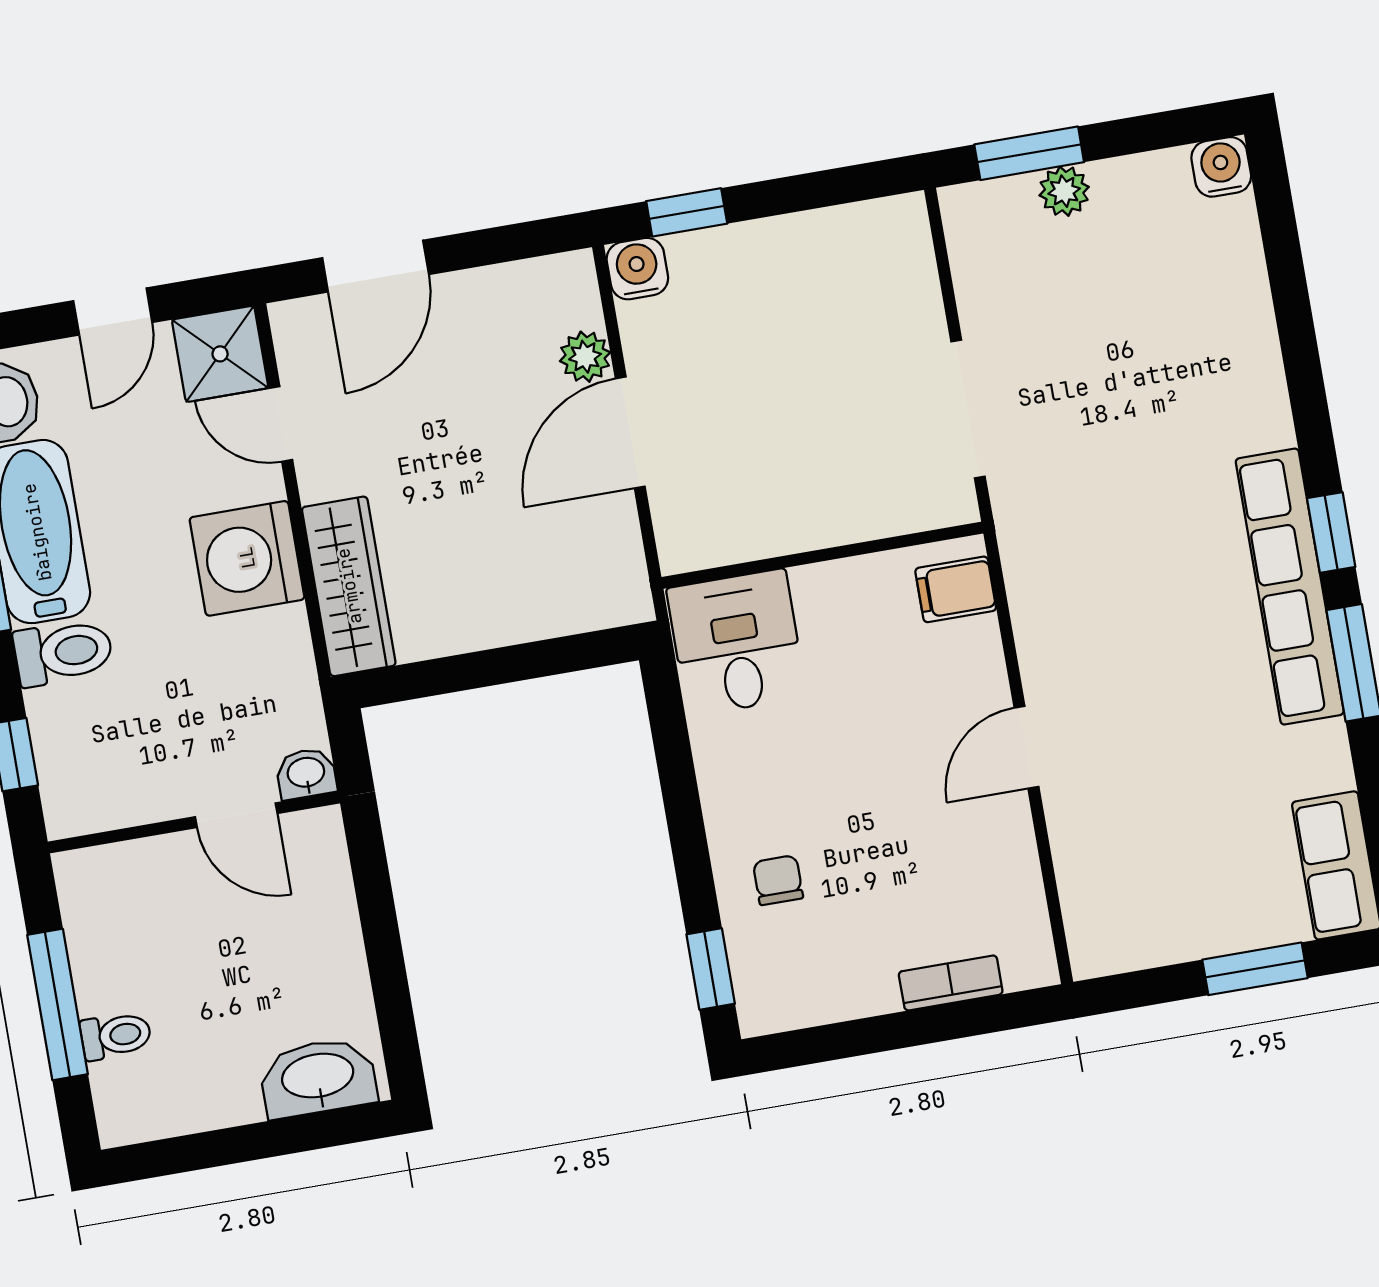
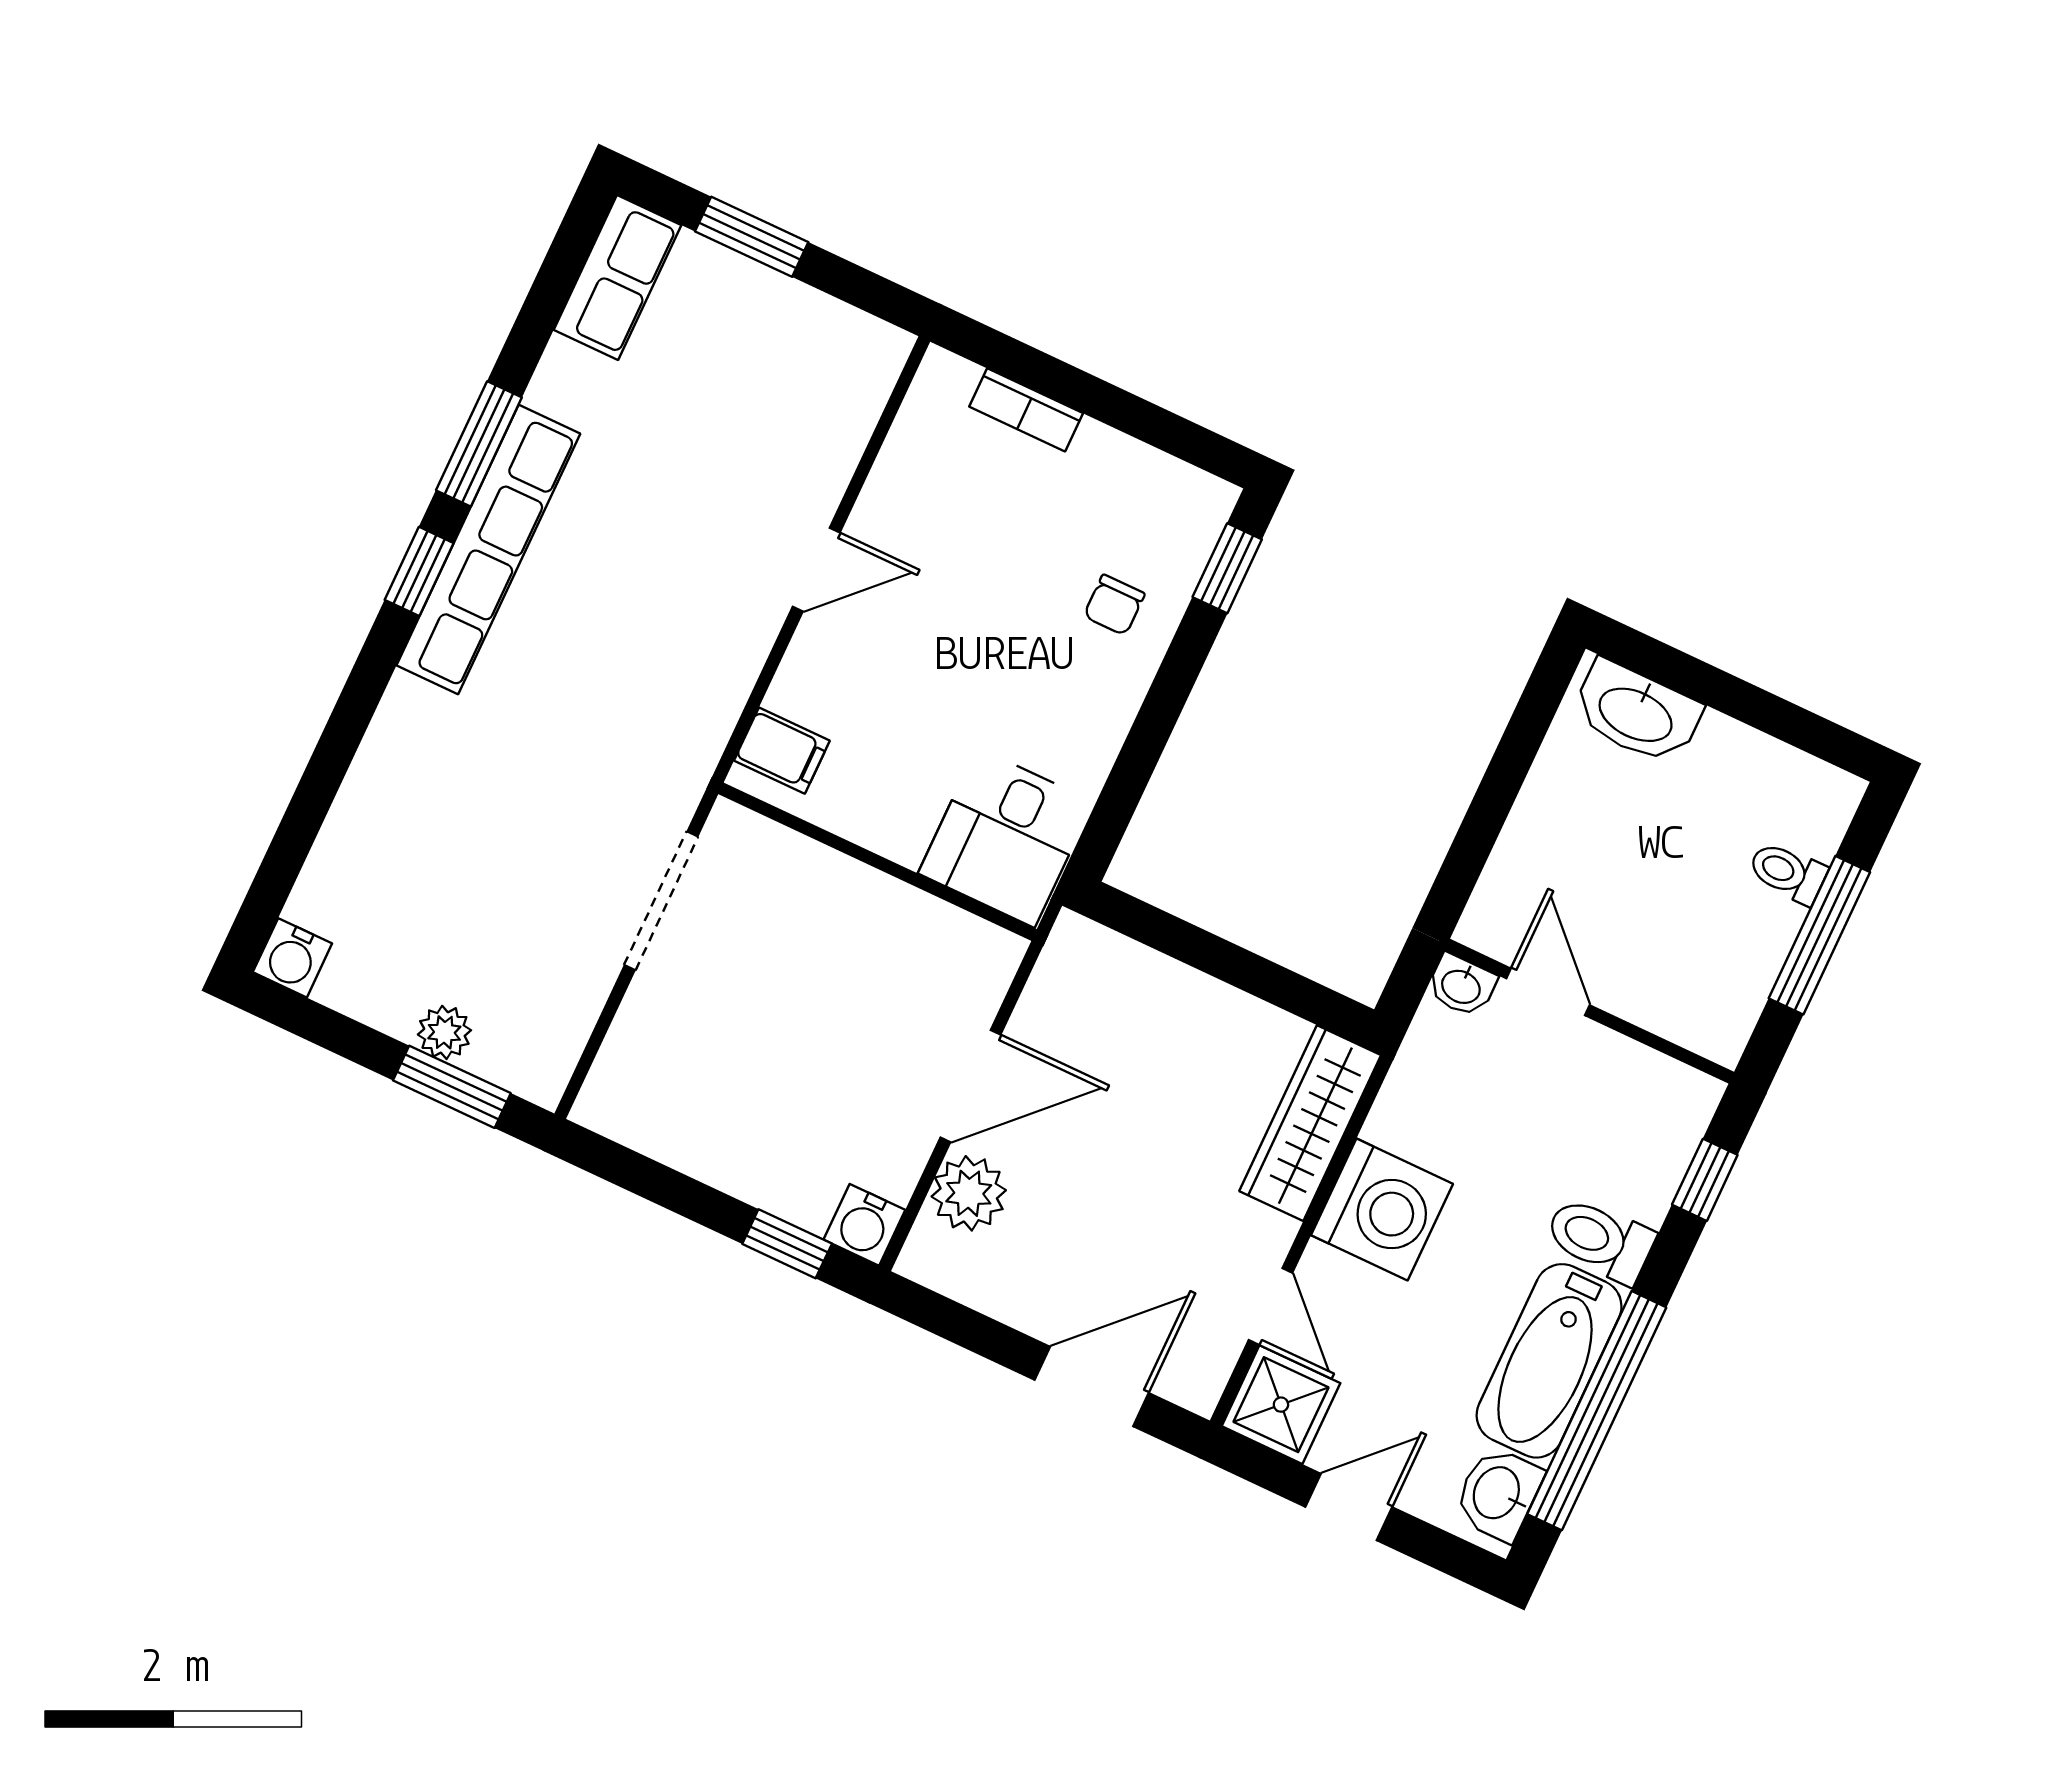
plant: (585, 357) -> (969, 1193), width x1.38, depth x1.38

